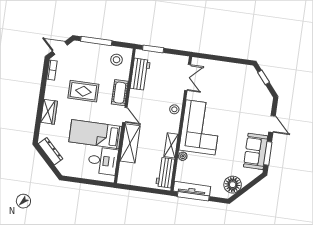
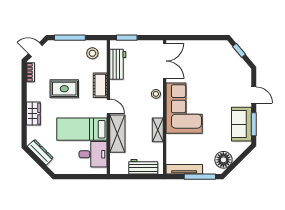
double door: (188, 78) -> (165, 61), width x1.37
plant: (183, 156) -> (171, 139), removed
workbench: (165, 173) -> (143, 167), moved, turned 90
window: (193, 196) -> (200, 177), moved

